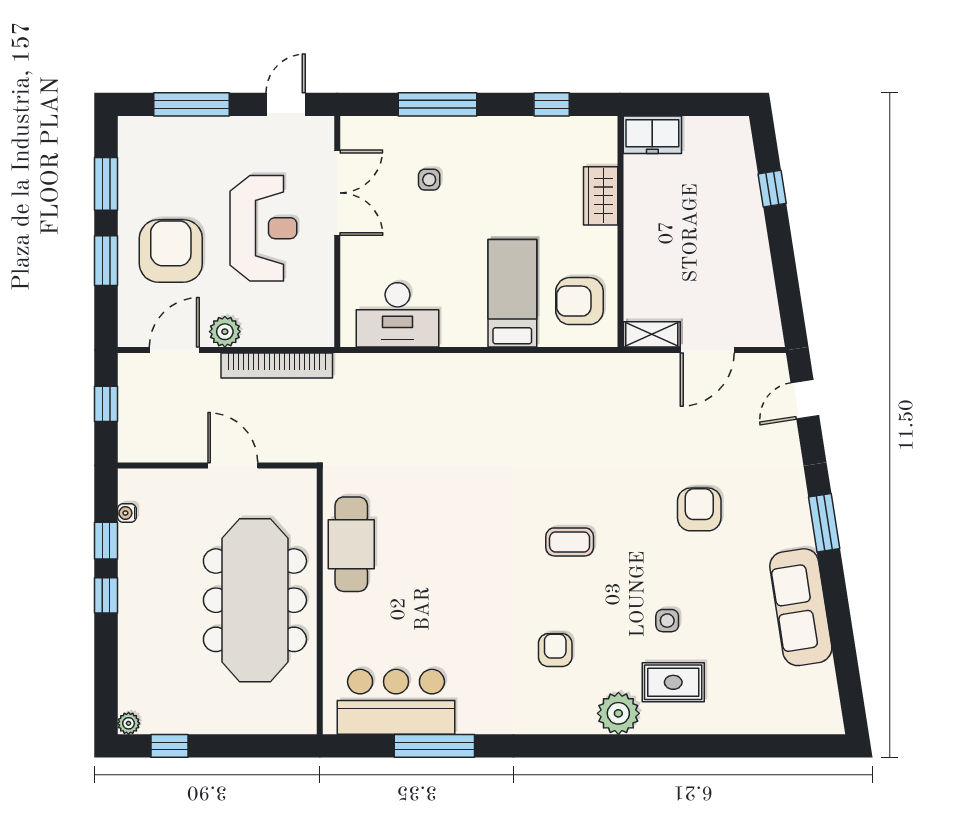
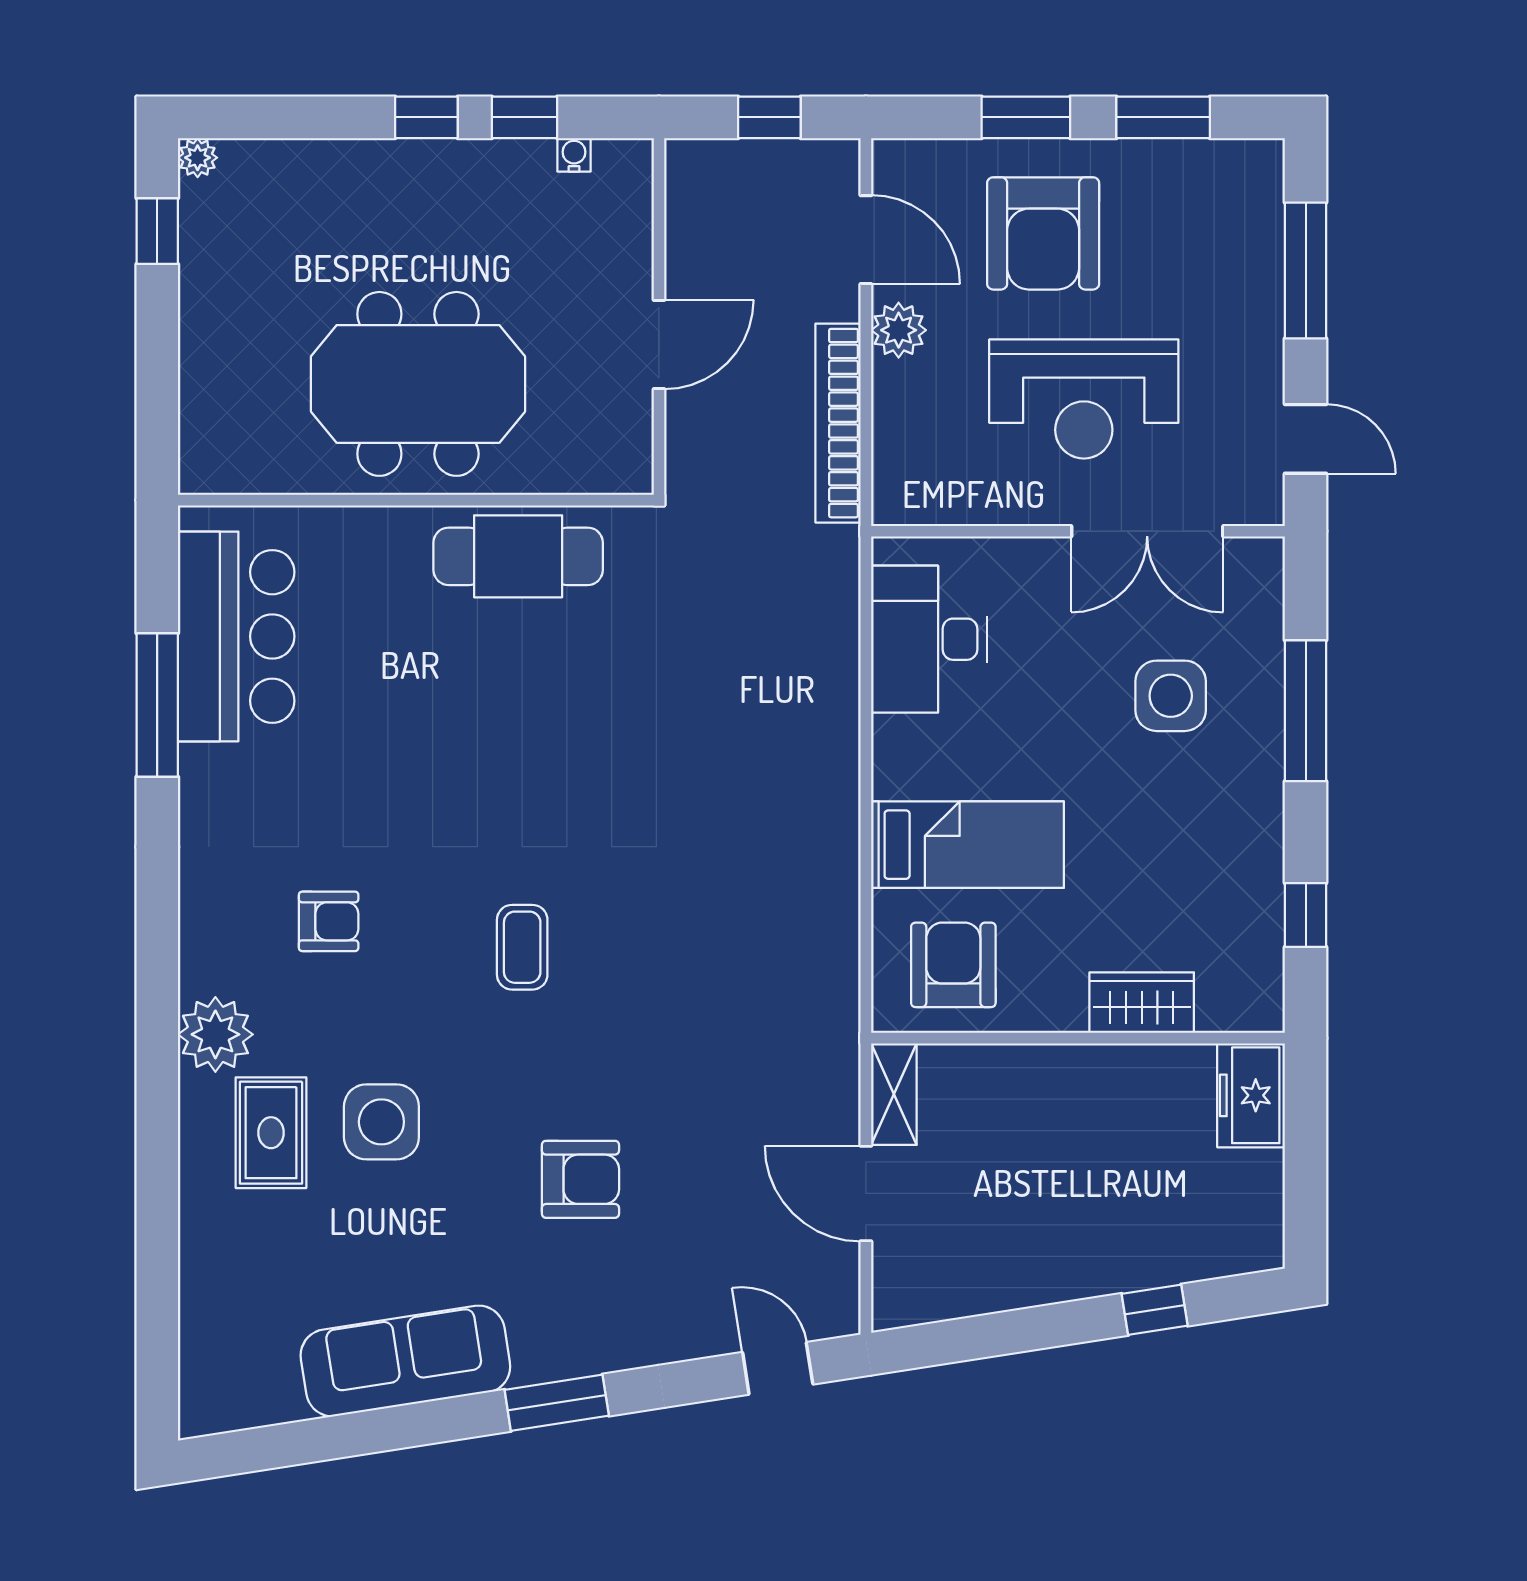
side table: (429, 180) -> (1171, 696), width x1.87, depth x1.87
armchair: (171, 251) -> (1043, 233), turned 90
meeting table: (255, 600) -> (418, 384), width x0.73
side table: (667, 621) -> (381, 1122), width x1.87, depth x1.87

